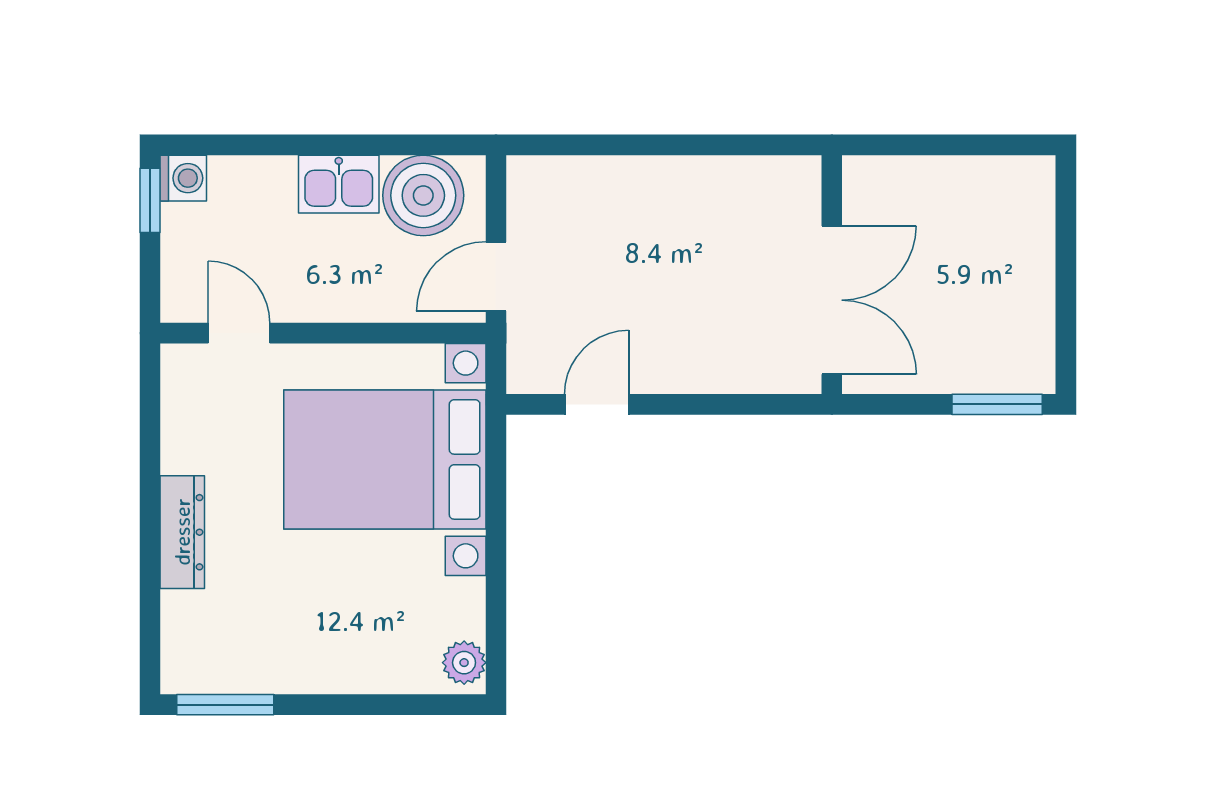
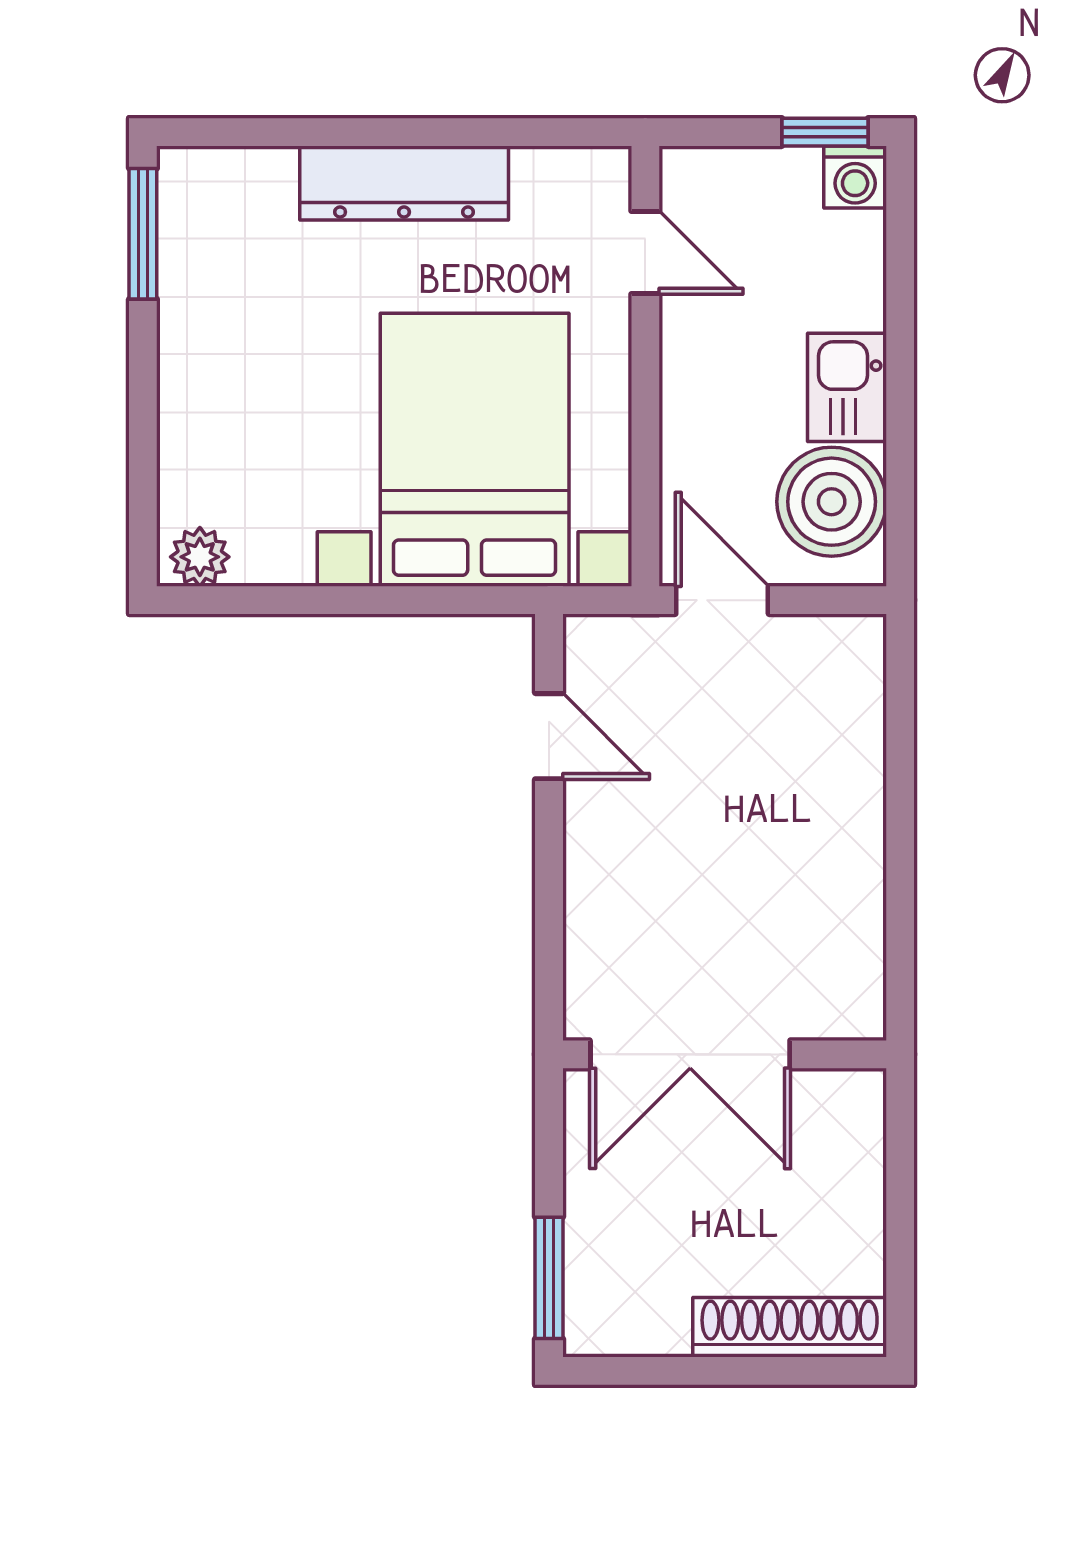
shoe rack: (1034, 227) -> (790, 1327), added
door: (239, 333) -> (645, 252), hinge flipped
dresser: (182, 532) -> (404, 183), width x1.37, depth x1.24

